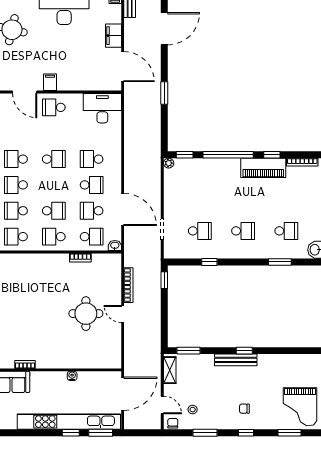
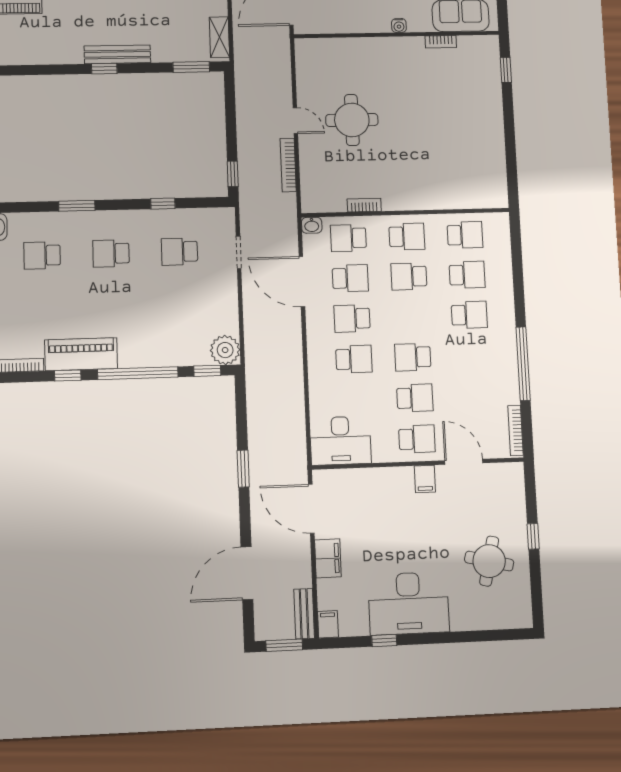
school desk: (16, 159) -> (415, 398), moved
plant: (169, 163) -> (225, 350), width x1.88, depth x1.88
window: (280, 262) -> (77, 206), moved
water cooler: (72, 376) -> (399, 25), moved

